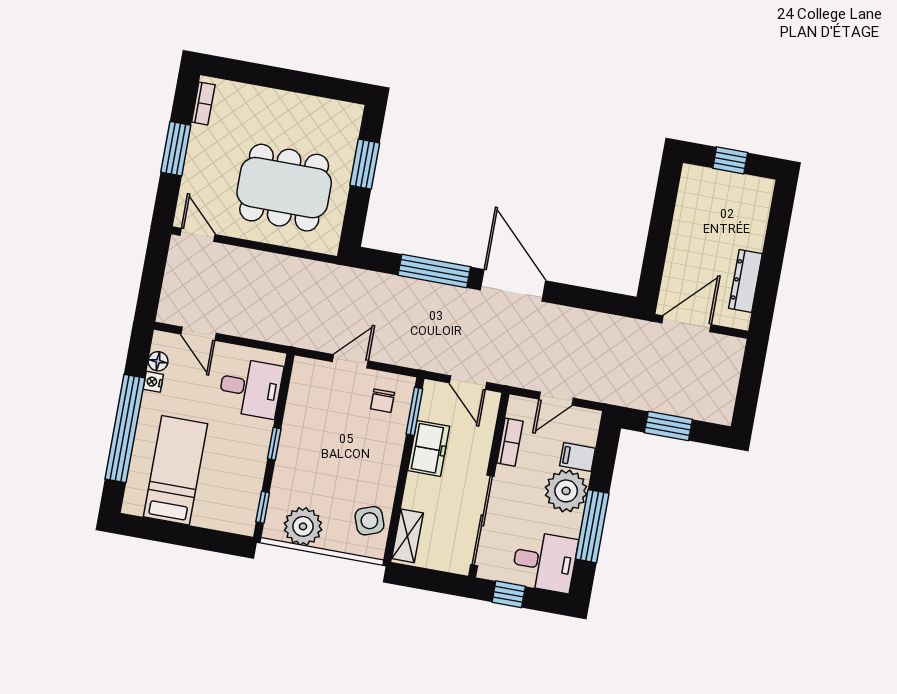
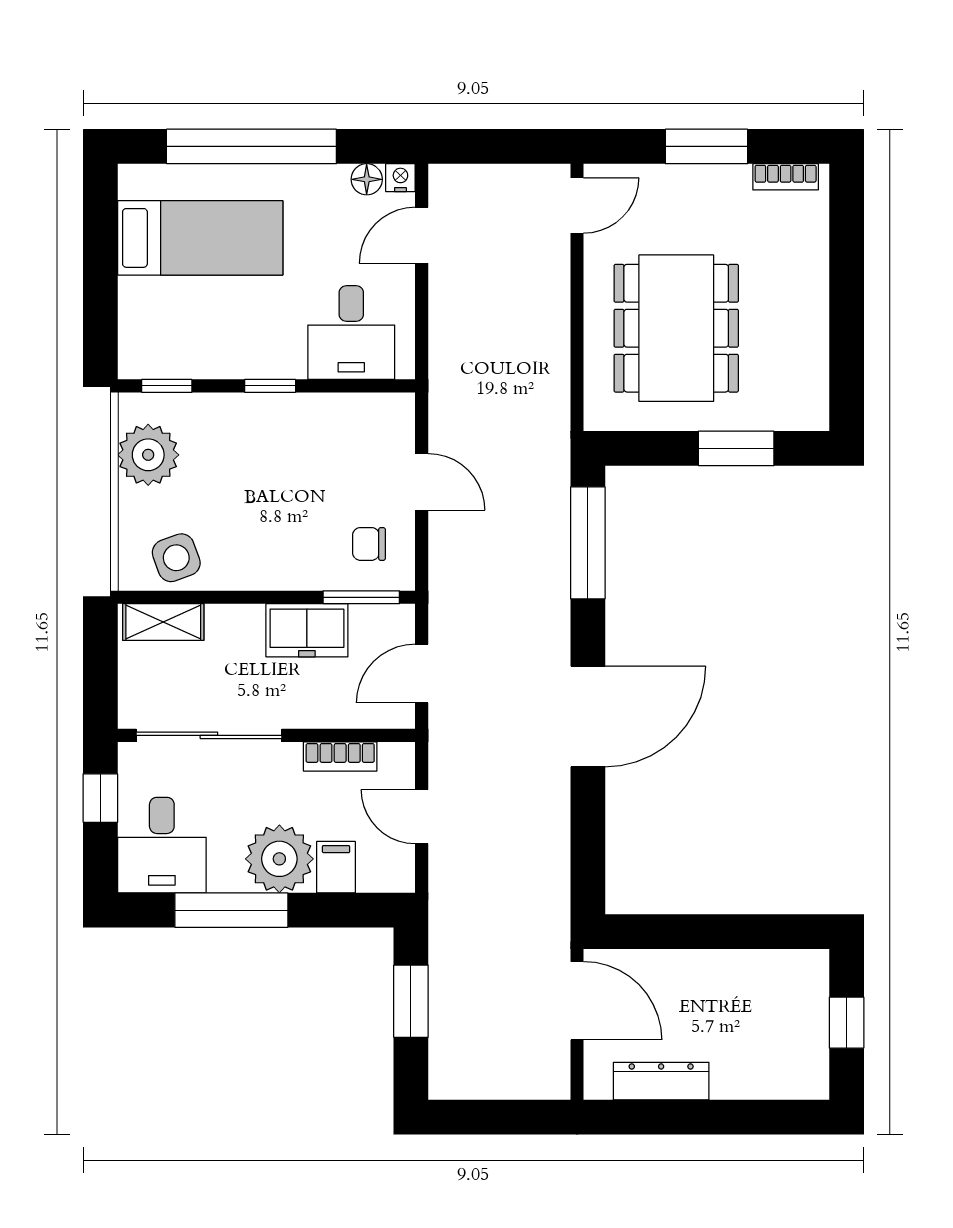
window: (434, 271) -> (588, 543), moved
nightstand: (153, 382) -> (400, 178), moved

